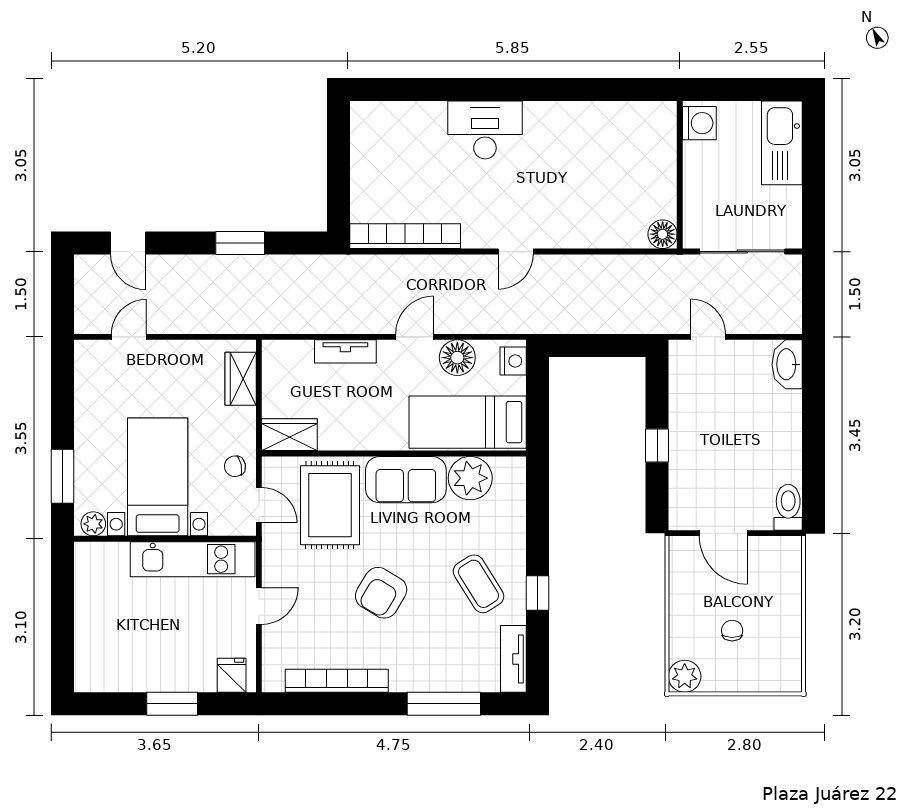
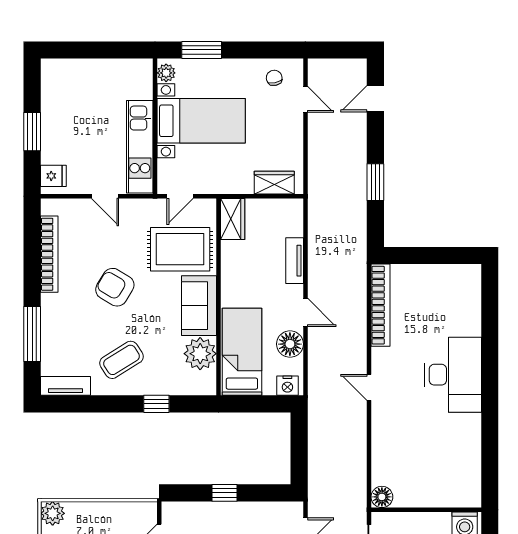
desk: (485, 130) -> (453, 375), width x1.36, depth x1.30
chair: (235, 466) -> (274, 78), moved
window: (538, 593) -> (156, 404), moved

